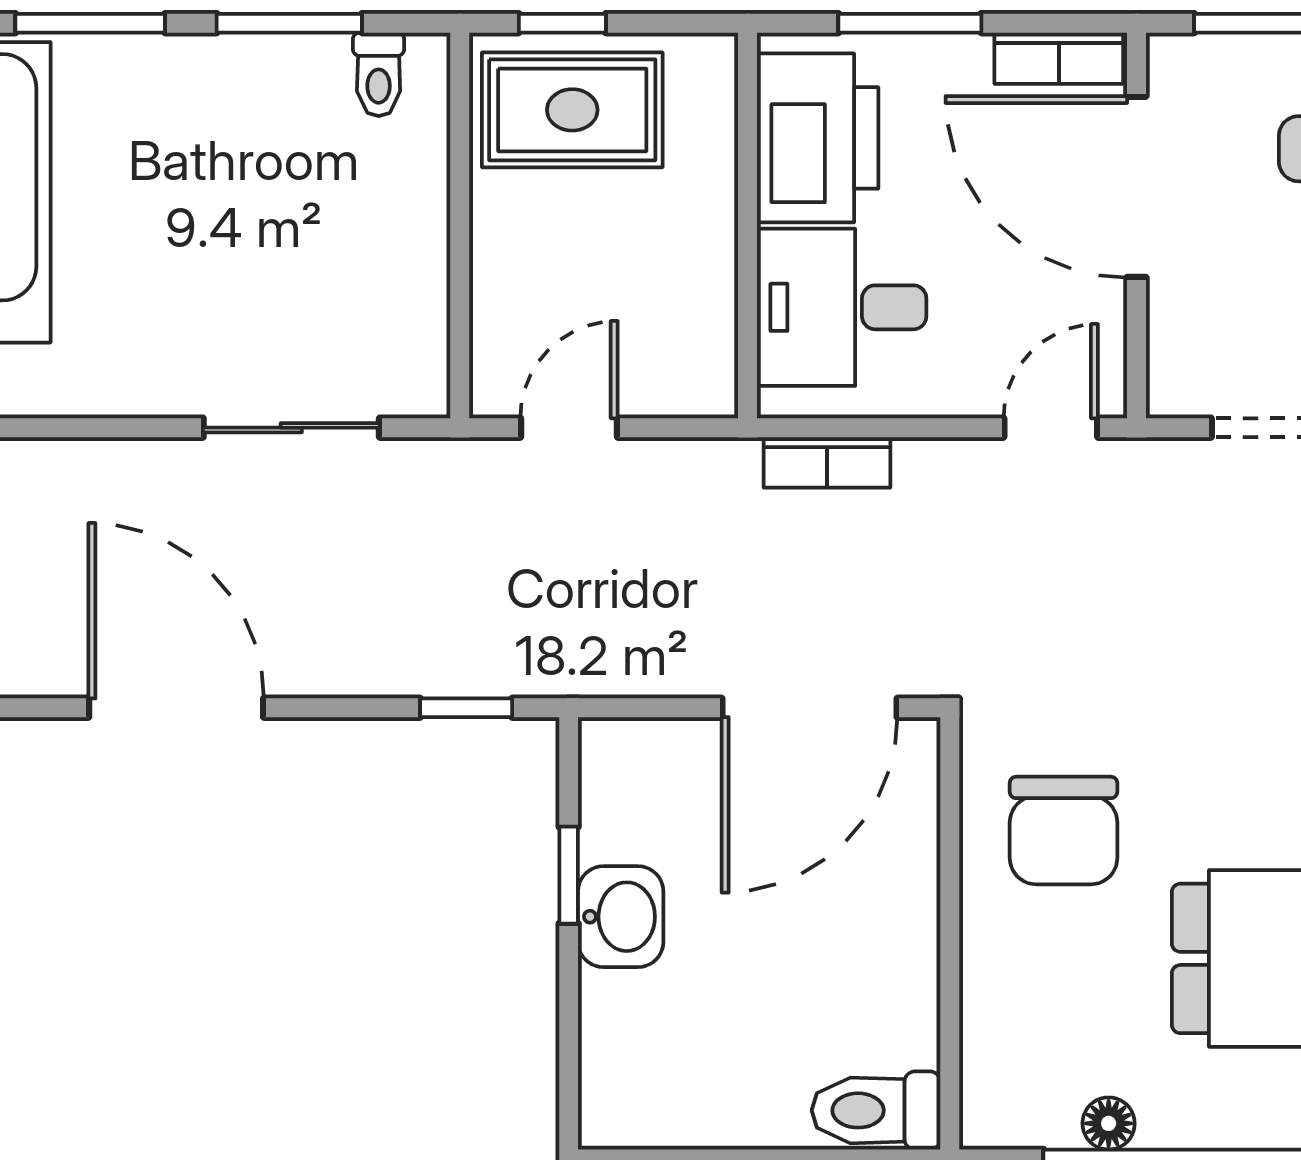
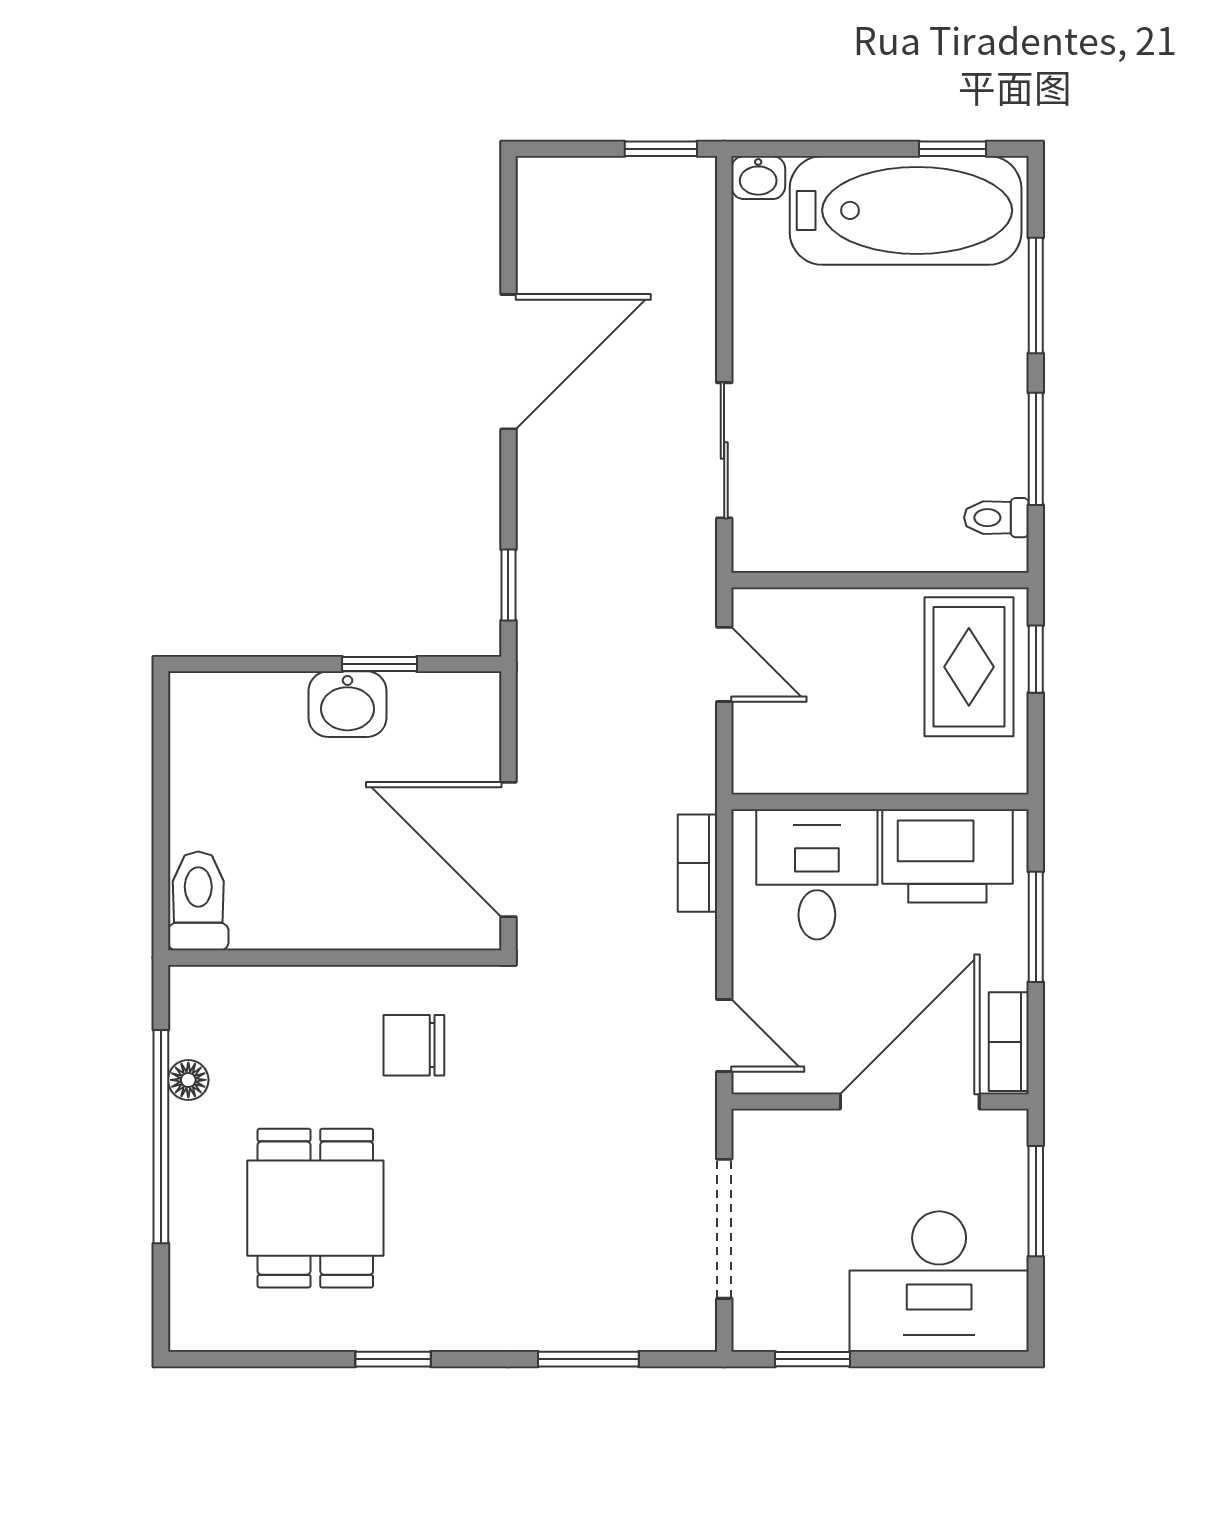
chair: (1064, 830) -> (414, 1045), width x0.73, depth x0.73

